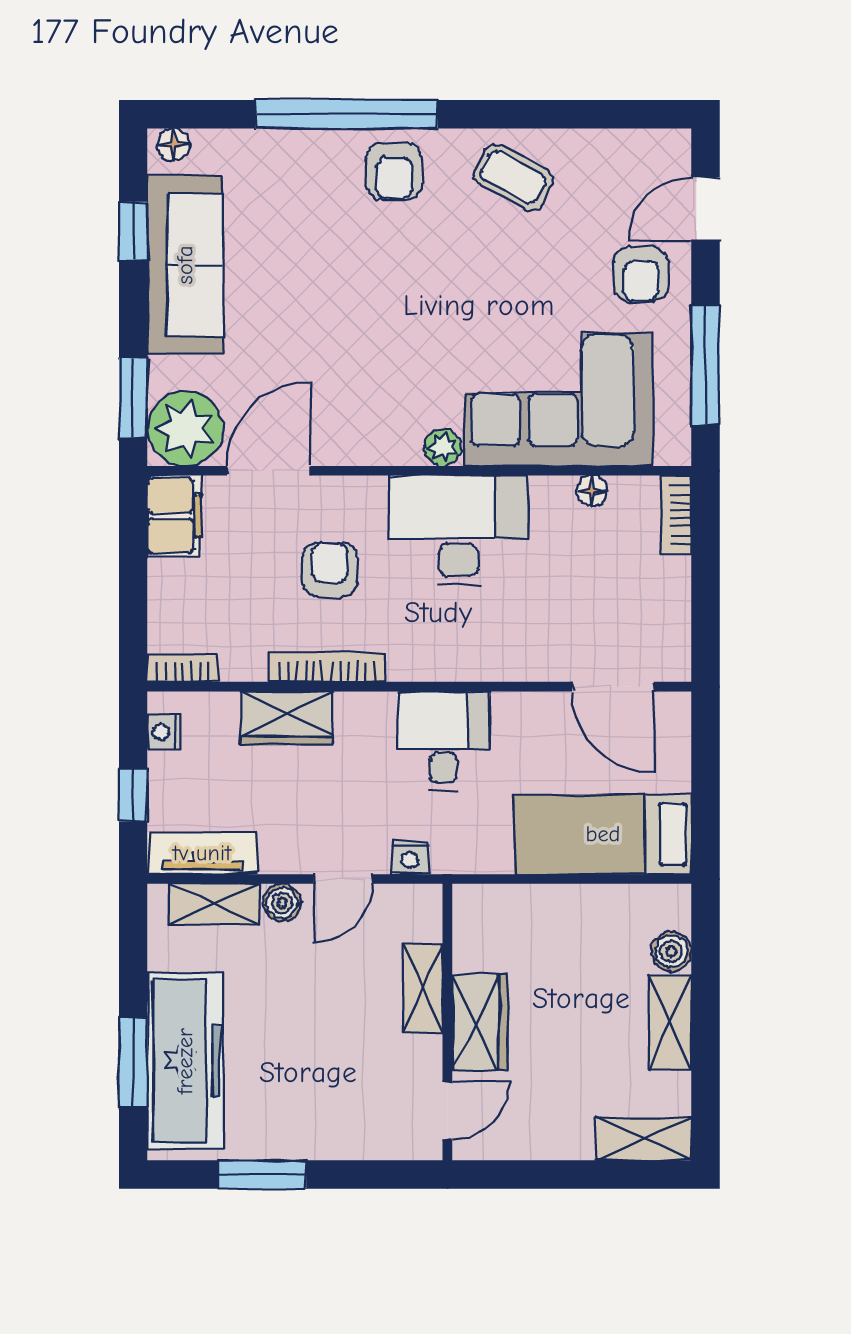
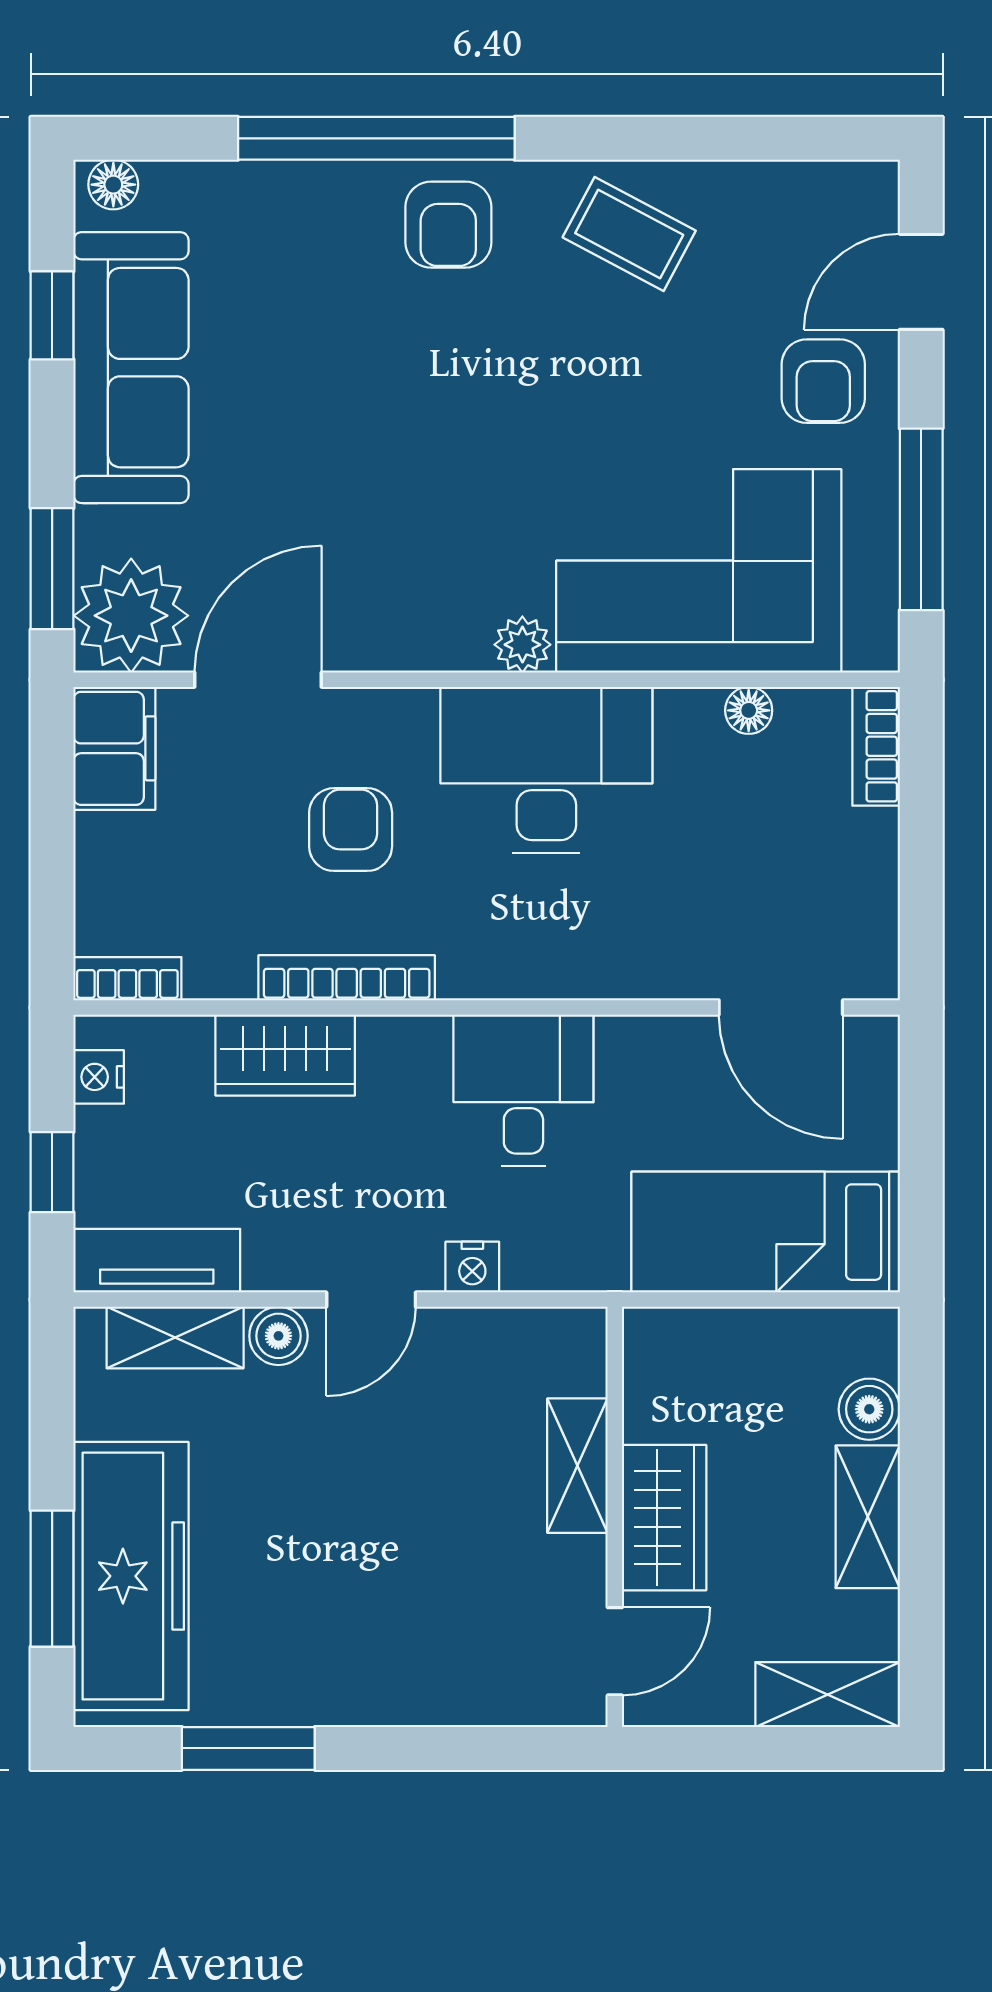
shelving: (423, 988) -> (577, 1466), moved
wall: (447, 1022) -> (615, 1517), moved
wardrobe: (480, 1023) -> (664, 1518), moved
door: (447, 1111) -> (615, 1651), moved

